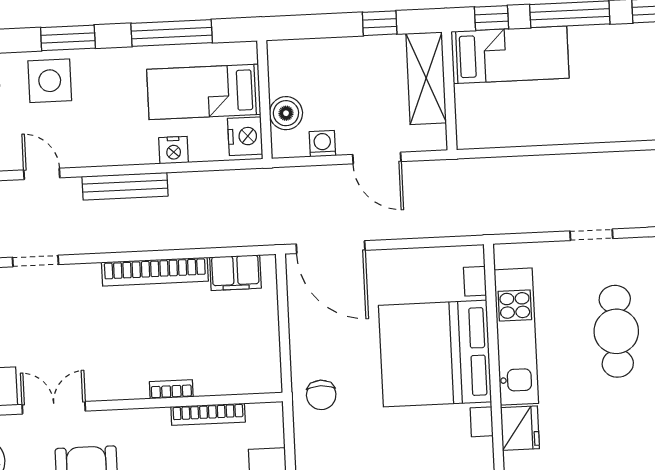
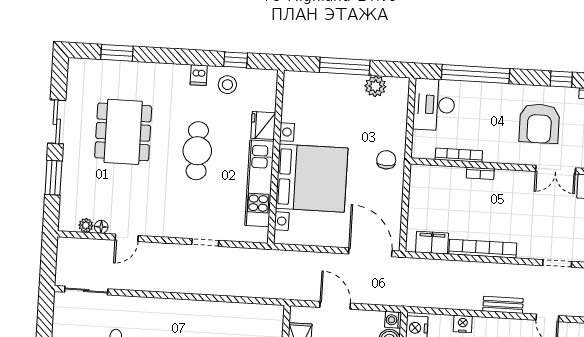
washing machine: (322, 144) -> (393, 320), moved, turned 90
bench: (125, 186) -> (503, 305), width x0.73
cafe table: (616, 331) -> (197, 151), moved

